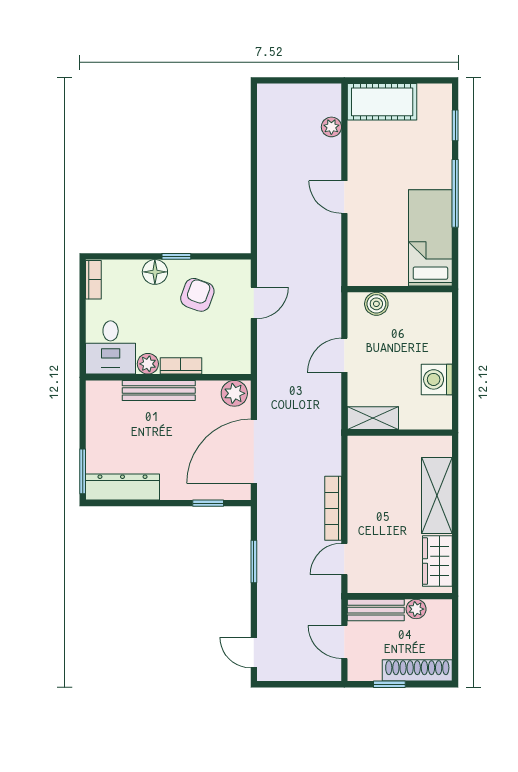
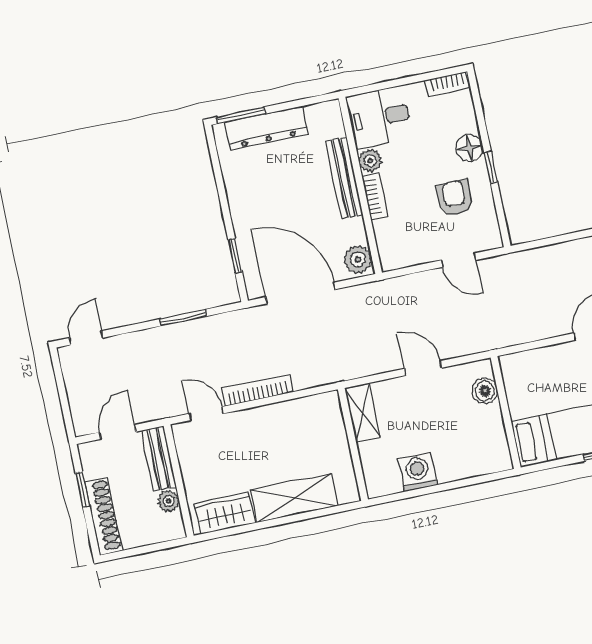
armchair: (197, 295) -> (455, 198), turned -110
dresser: (122, 487) -> (266, 128), moved, turned 90

